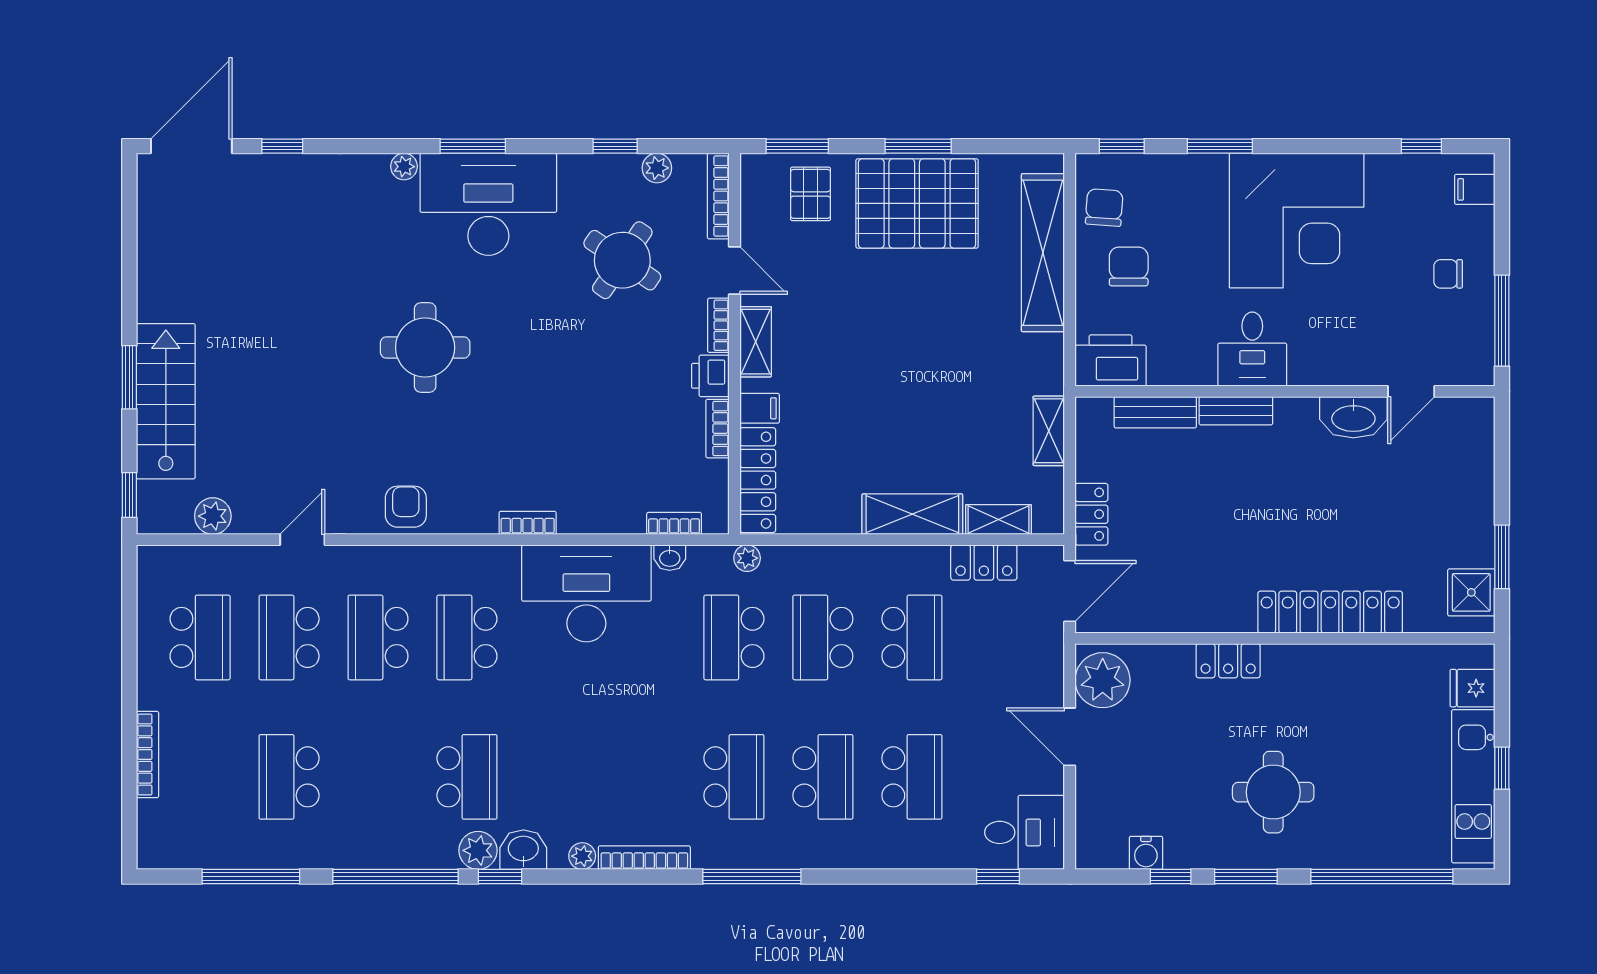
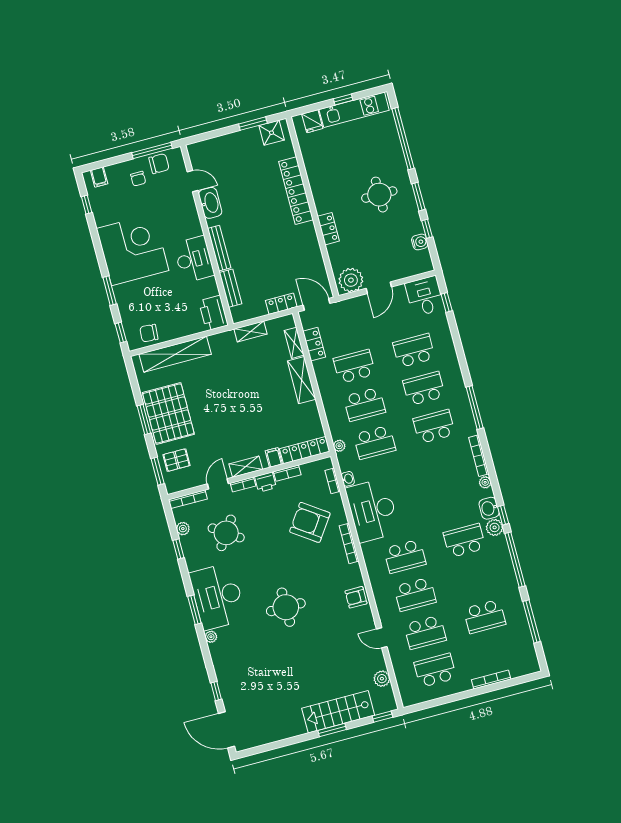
chair: (1129, 266) -> (159, 164), moved, turned 180
desk: (1252, 349) -> (194, 259), width x1.37
bench: (1236, 411) -> (219, 248), width x1.36
armchair: (597, 449) -> (310, 522), added
bookcase: (528, 523) -> (349, 543), width x1.56

